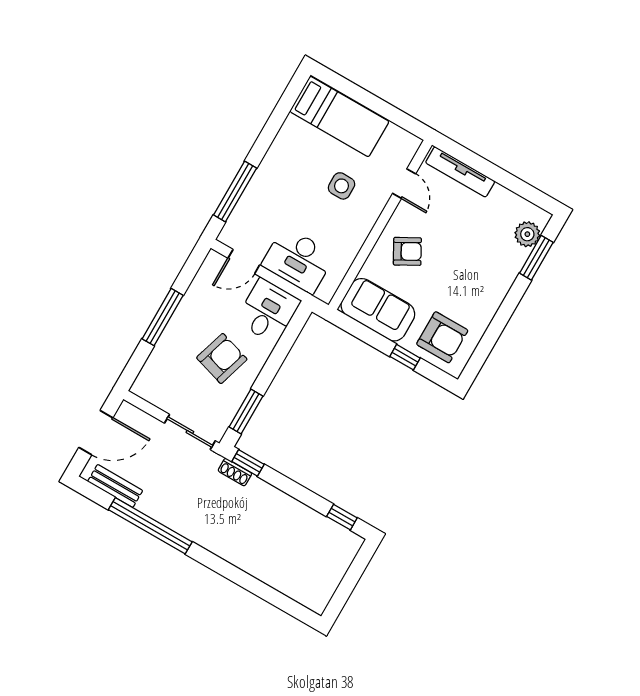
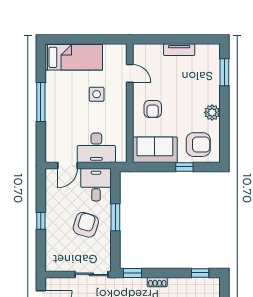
tv unit: (460, 172) -> (179, 50), moved, width x0.71
window: (235, 192) -> (41, 102), moved
plant: (527, 234) -> (212, 112), moved
armchair: (407, 251) -> (153, 109), turned 119
window: (163, 317) -> (41, 221), width x0.46
window: (246, 411) -> (115, 217), moved
shoe rack: (235, 472) -> (157, 282), moved

